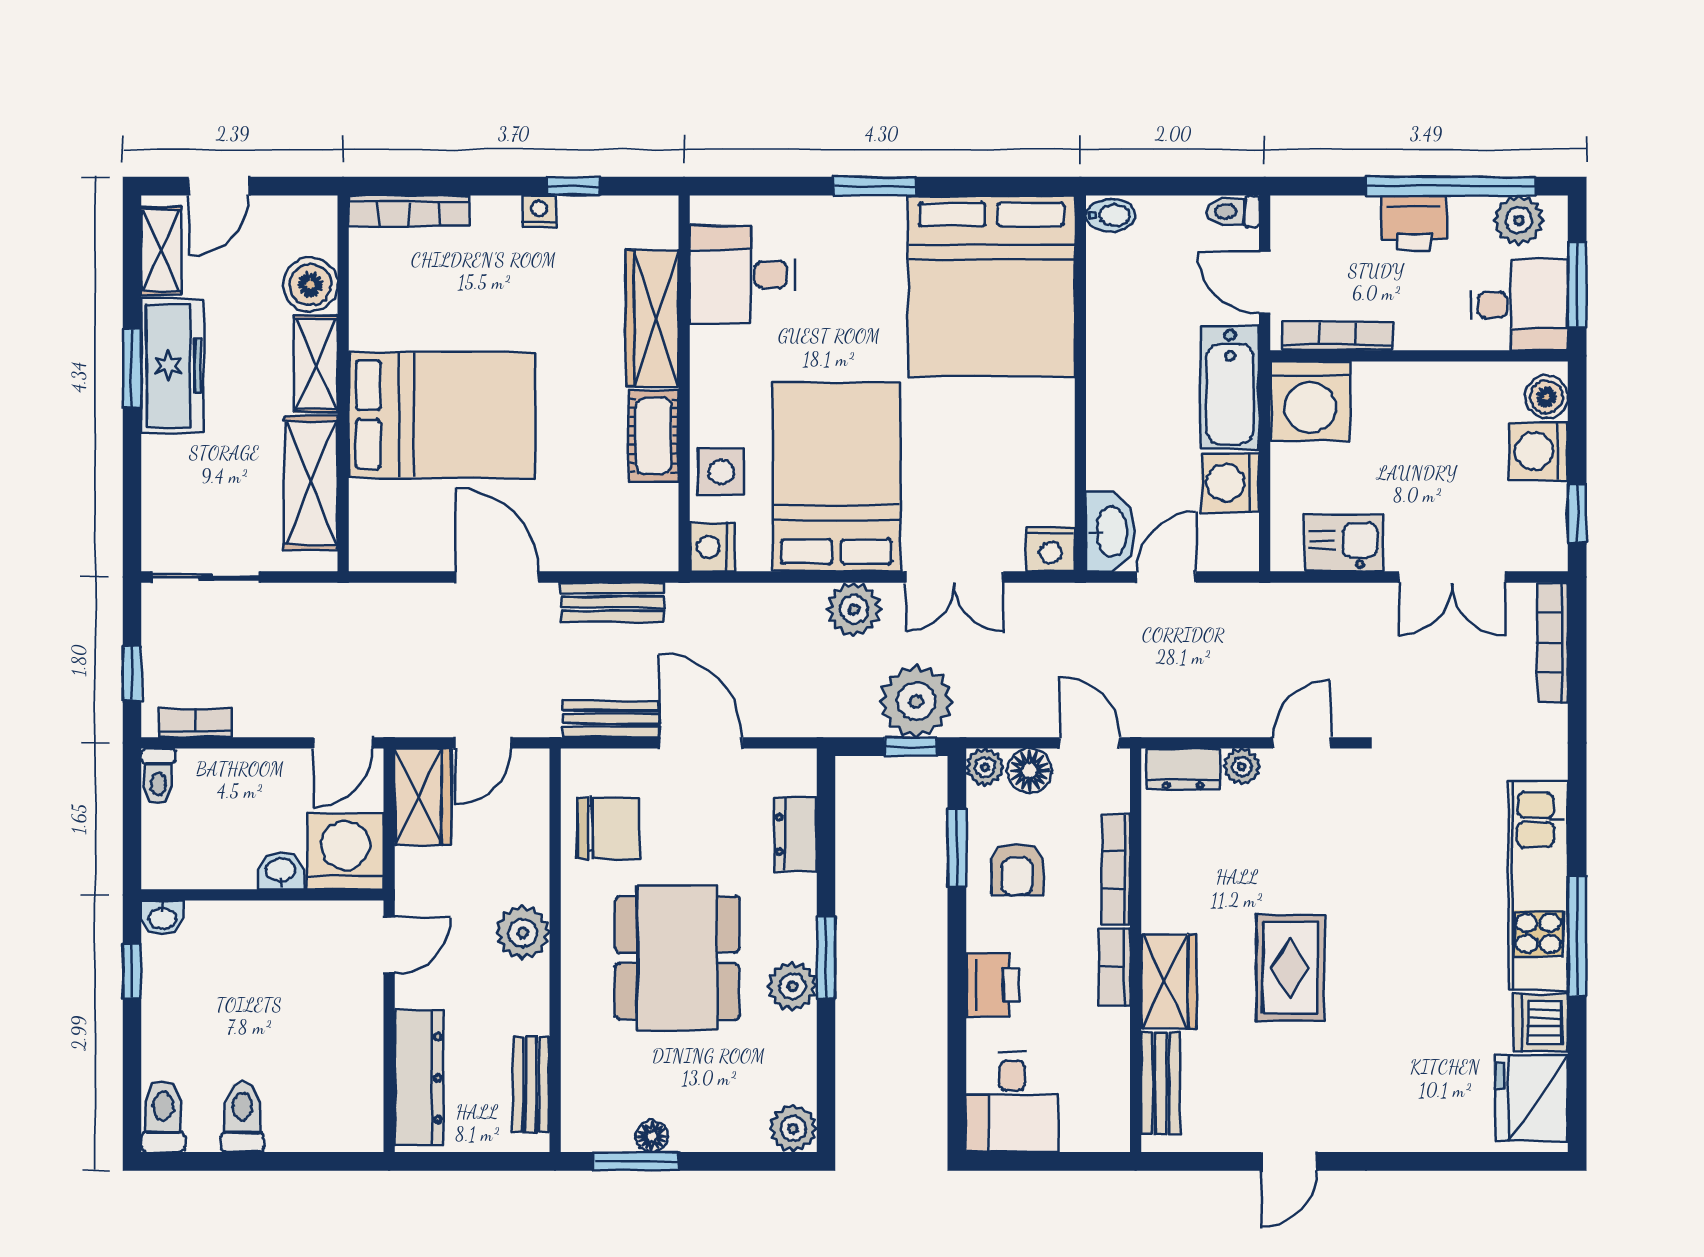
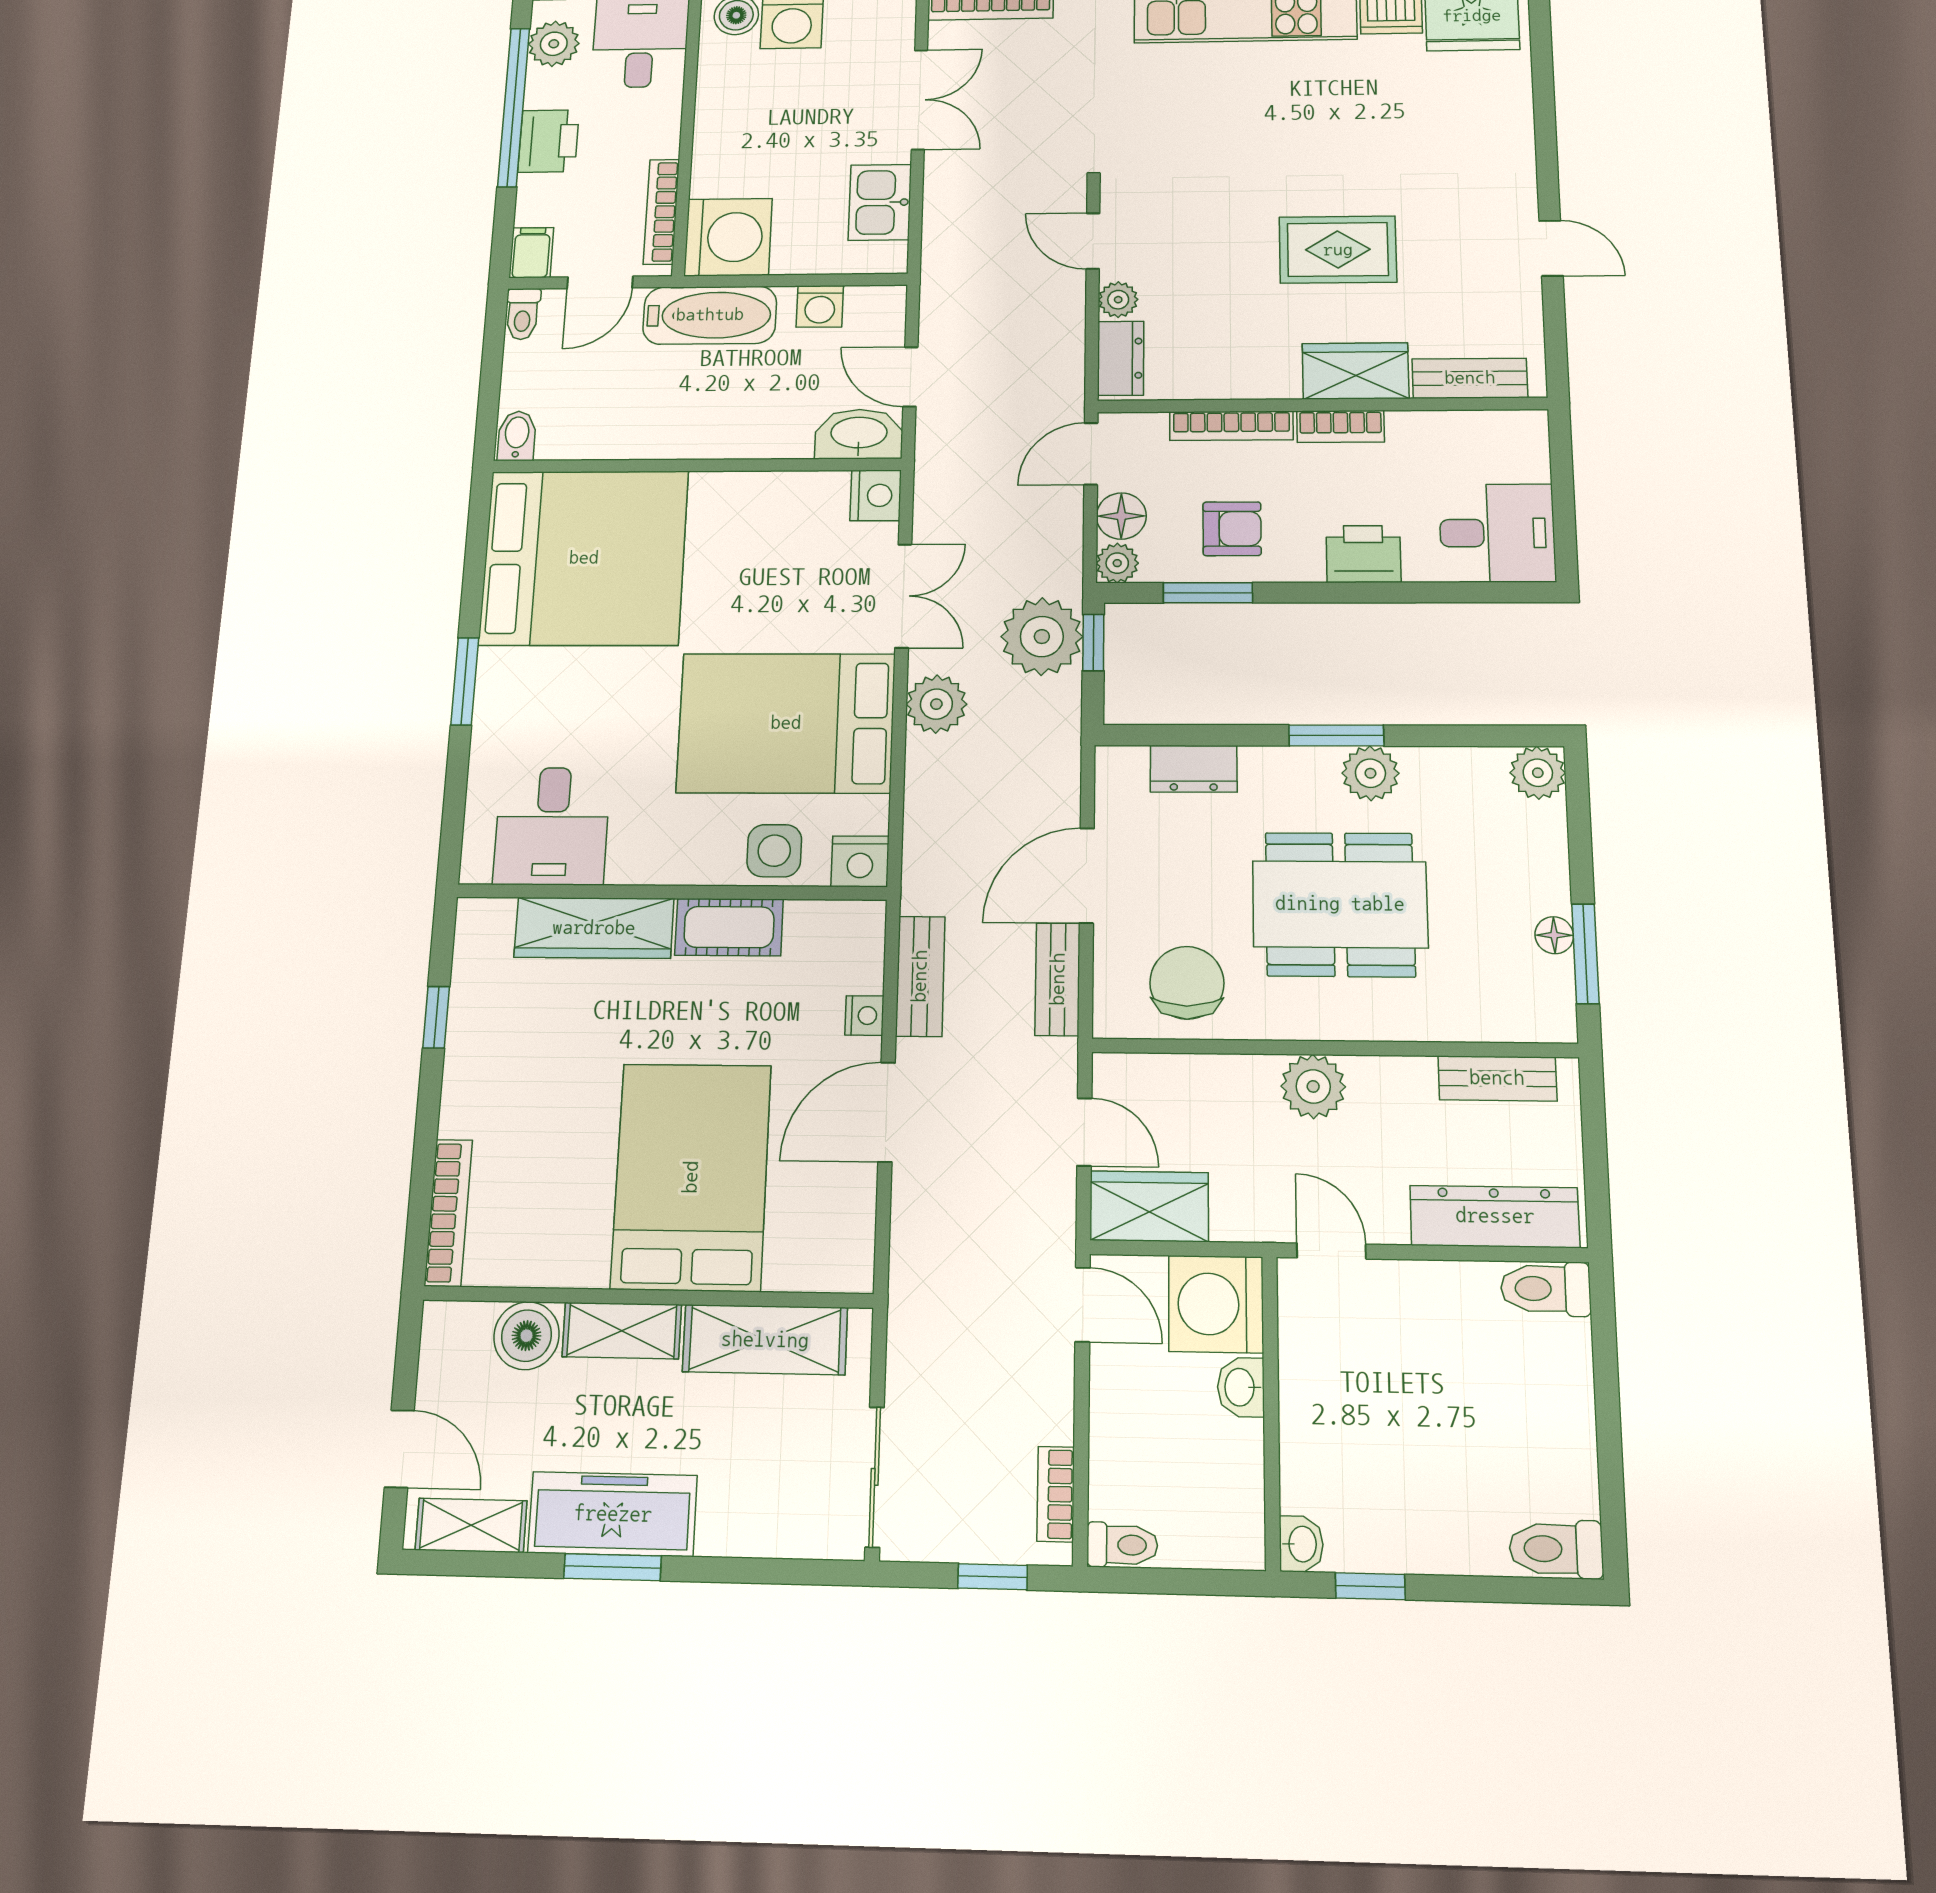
nightstand: (539, 211) -> (864, 1015), moved, turned 180
filing cabinet: (1296, 215) -> (531, 253), added
washing machine: (1230, 483) -> (820, 306), width x0.73, depth x0.73
toilet: (242, 1117) -> (1546, 1289), moved

